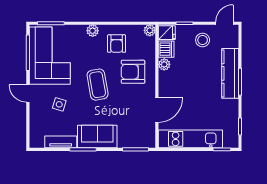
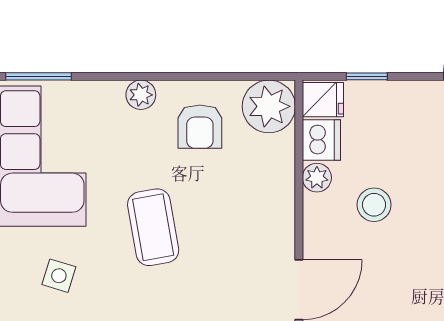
plant: (150, 30) -> (269, 106), width x1.88, depth x1.88
stool: (203, 40) -> (374, 205), moved
armchair: (133, 72) -> (240, 196), removed

